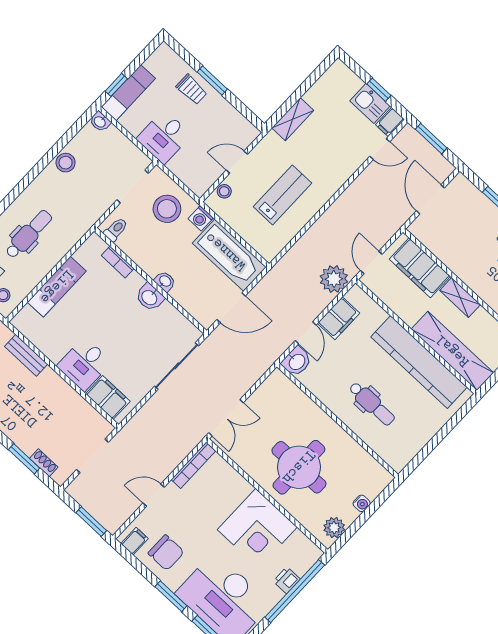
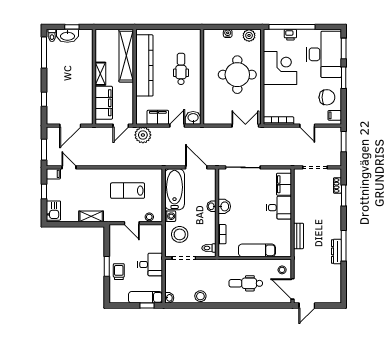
kitchen sink: (370, 103) -> (53, 211), moved
chair: (166, 553) -> (327, 97), turned 90

